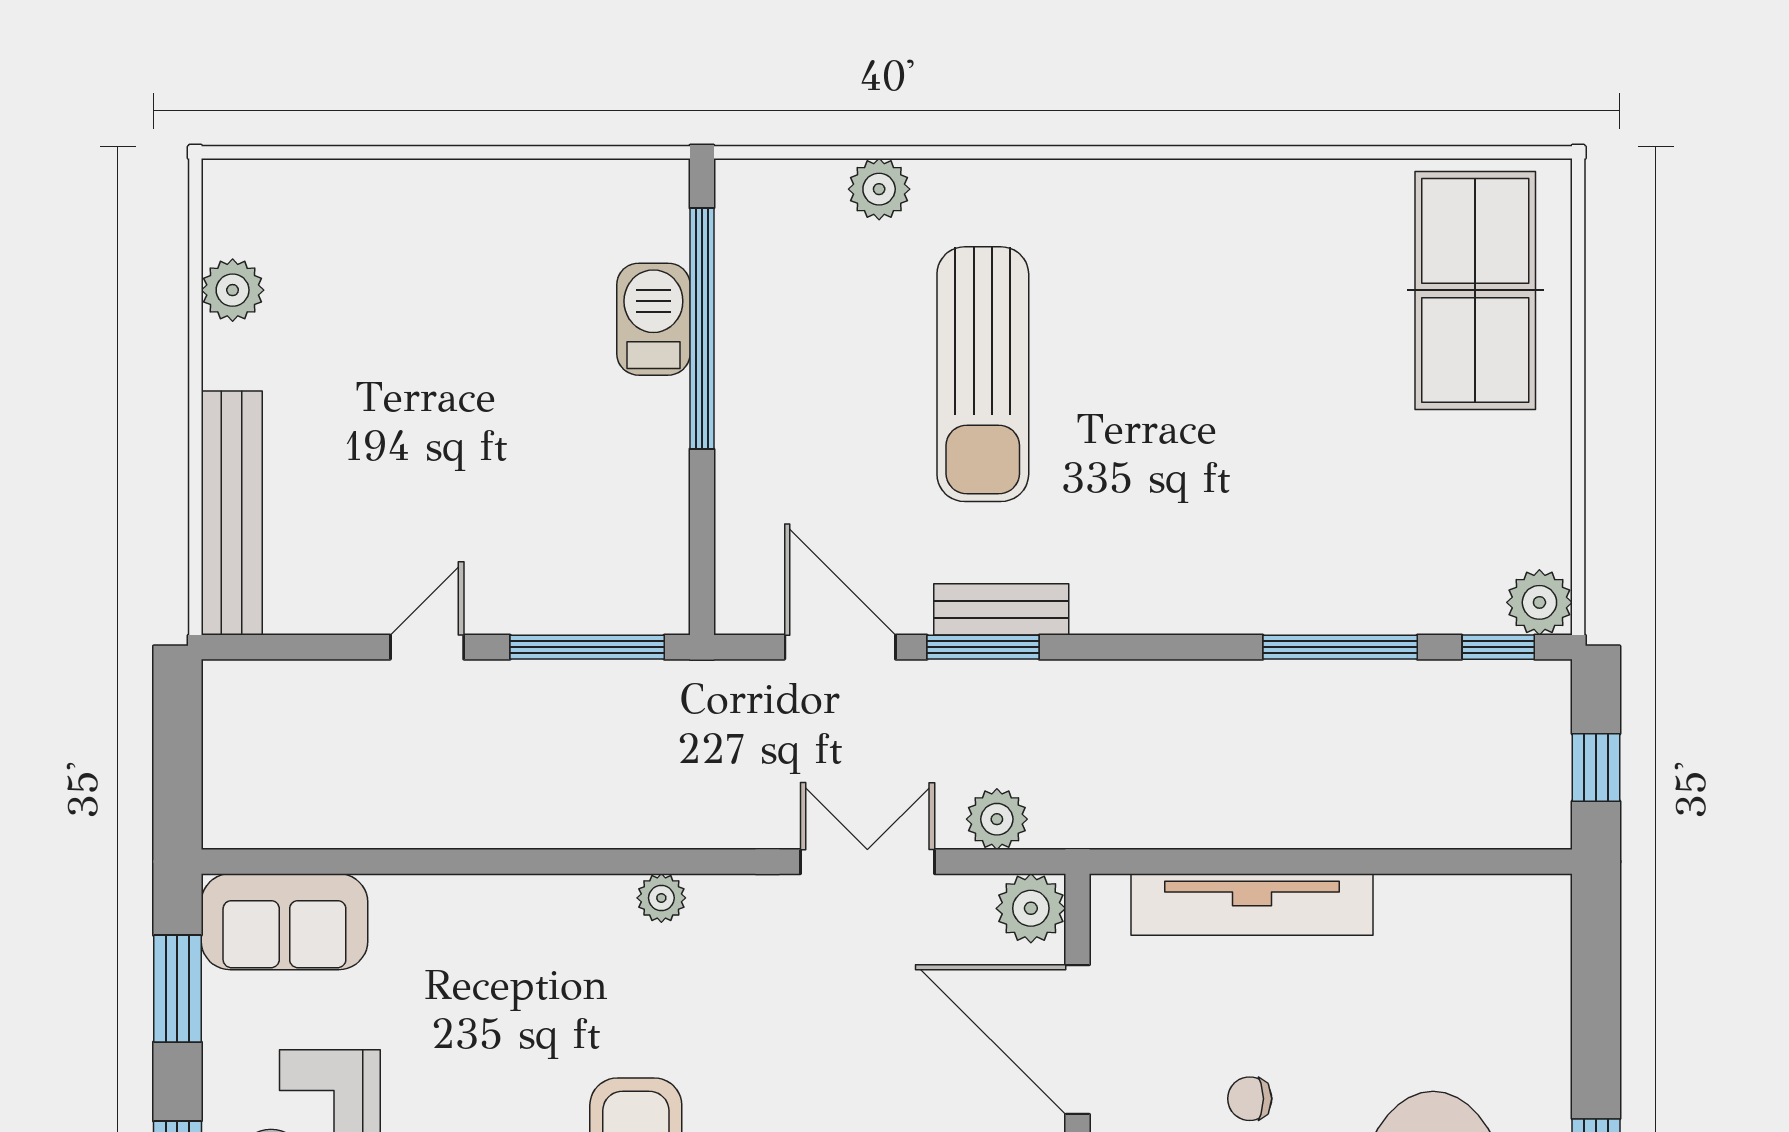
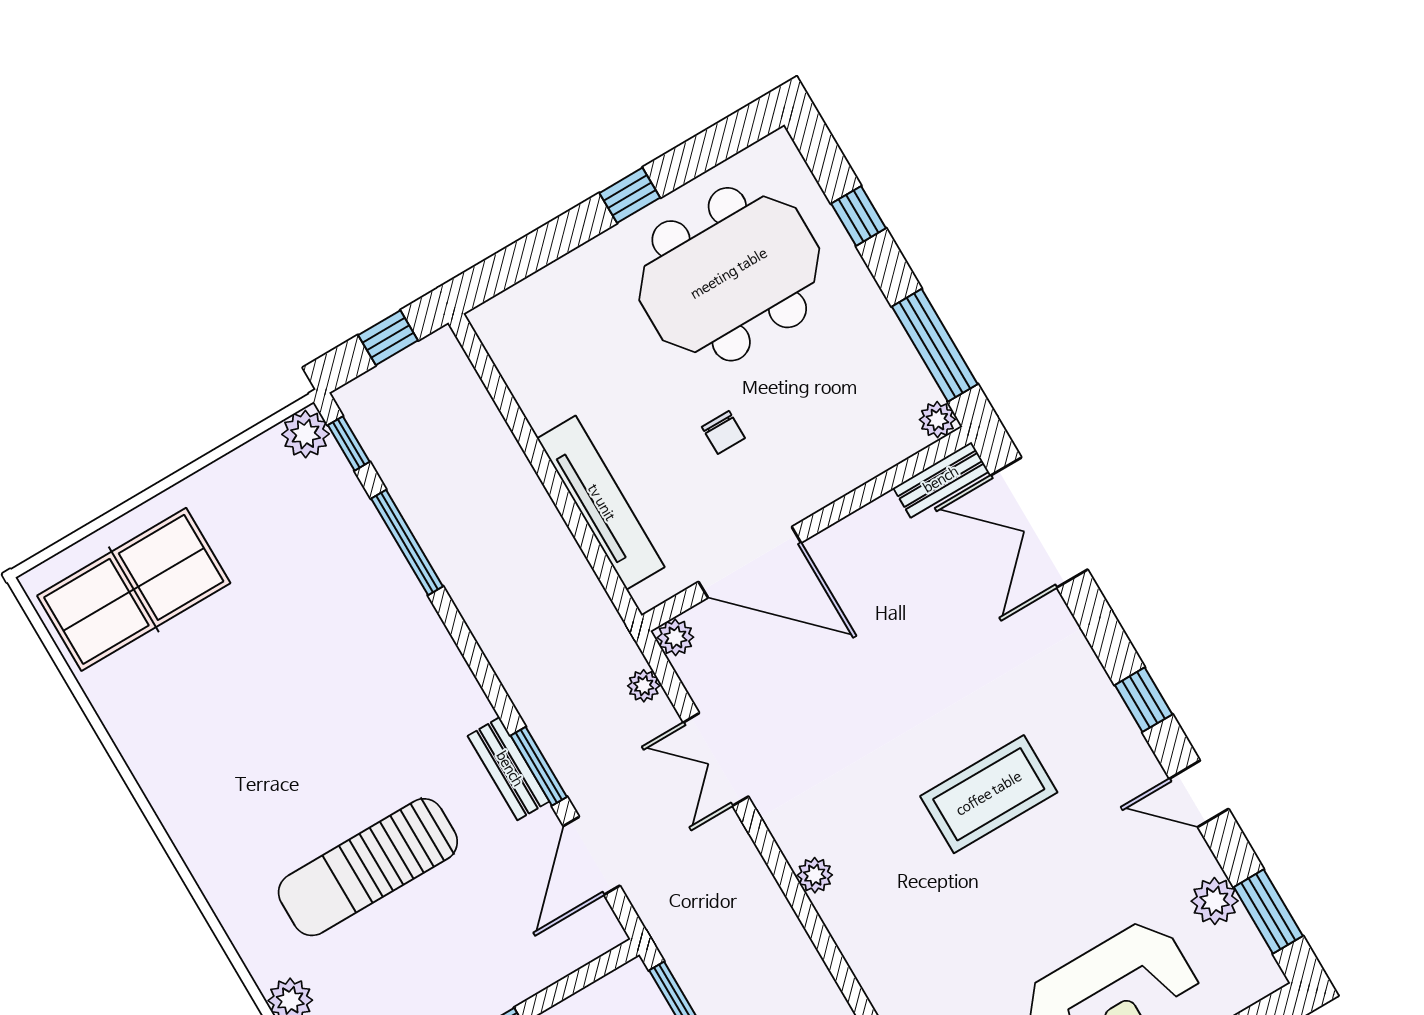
sun lounger: (983, 374) -> (368, 867), turned 180
plant: (997, 819) -> (644, 686), width x0.73, depth x0.73
plant: (1031, 908) -> (675, 637), width x0.73, depth x0.73
door: (1077, 1040) -> (750, 562), hinge flipped

